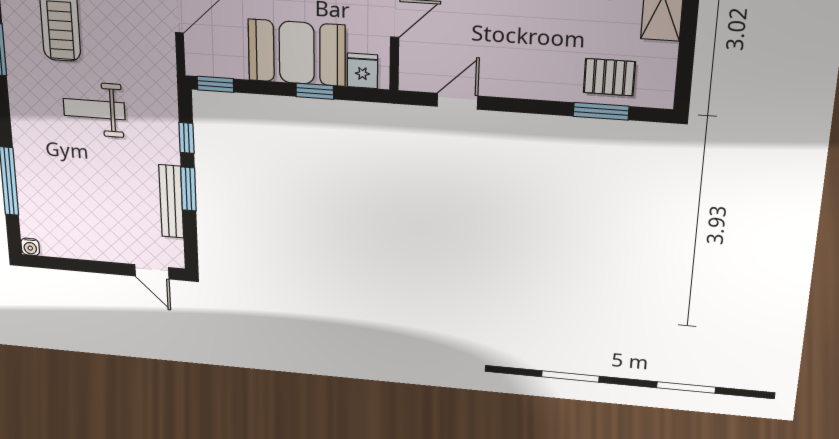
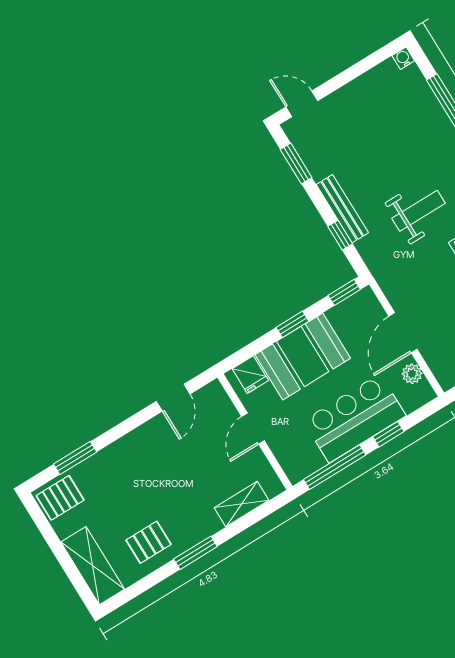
pallet: (609, 77) -> (60, 498), moved
window: (315, 91) -> (292, 324), moved
window: (188, 189) -> (296, 164), moved
bench: (171, 201) -> (342, 209), moved

